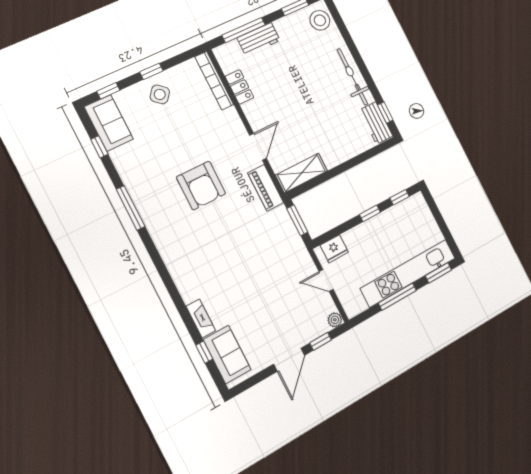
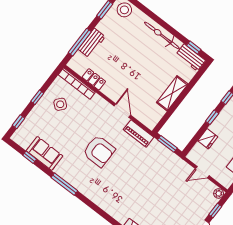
side table: (160, 94) -> (60, 104), moved
sofa: (109, 123) -> (45, 153), moved
shelving: (301, 173) -> (172, 93), moved
fridge: (334, 249) -> (208, 139), moved

